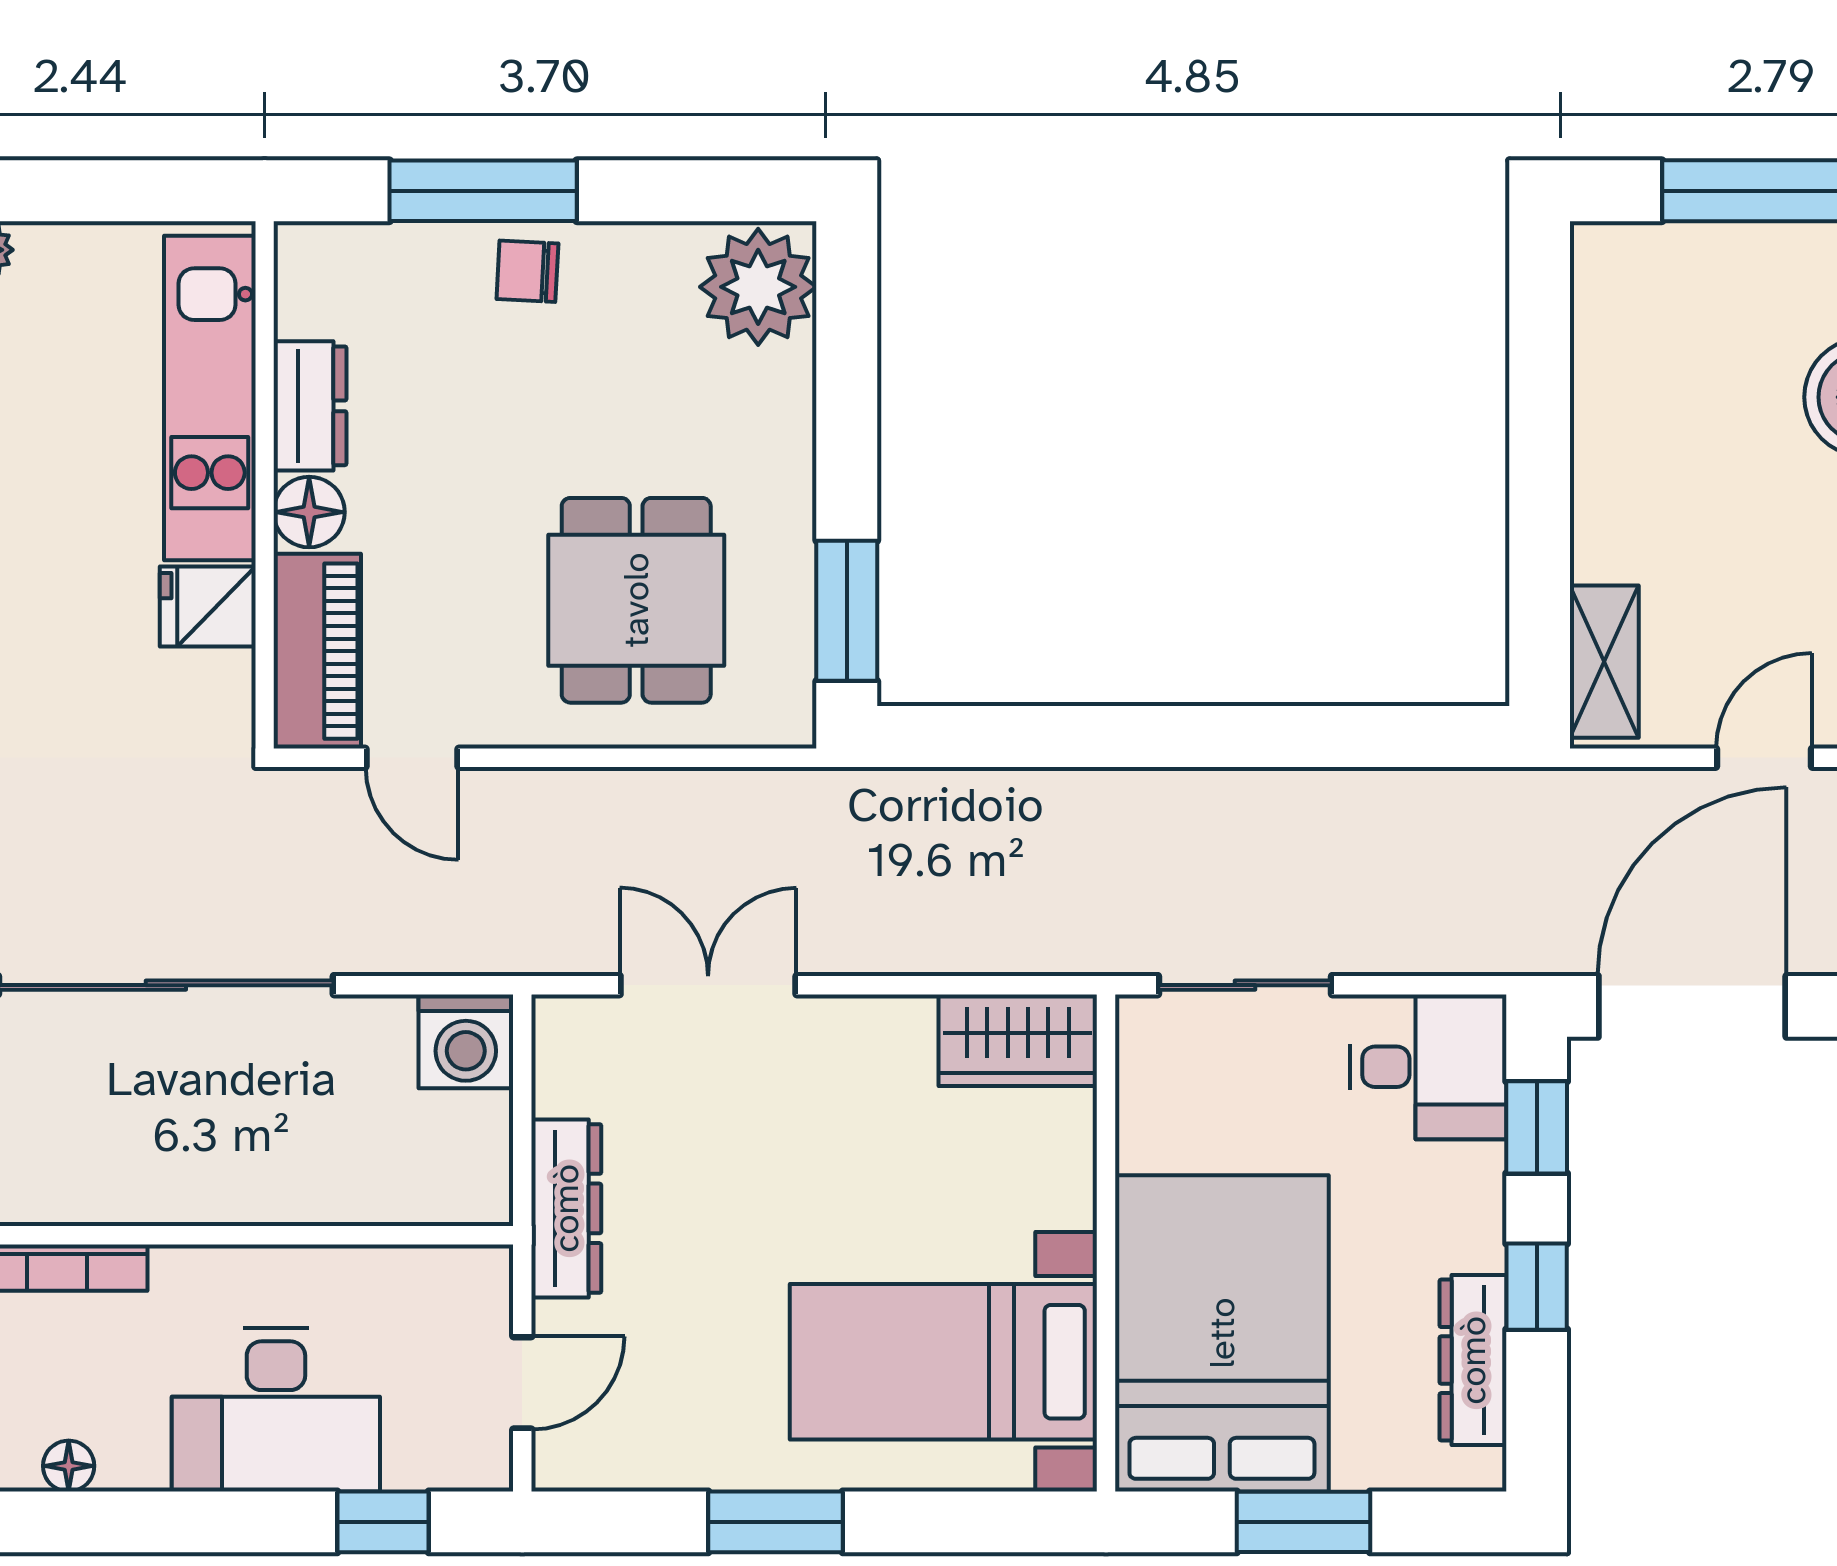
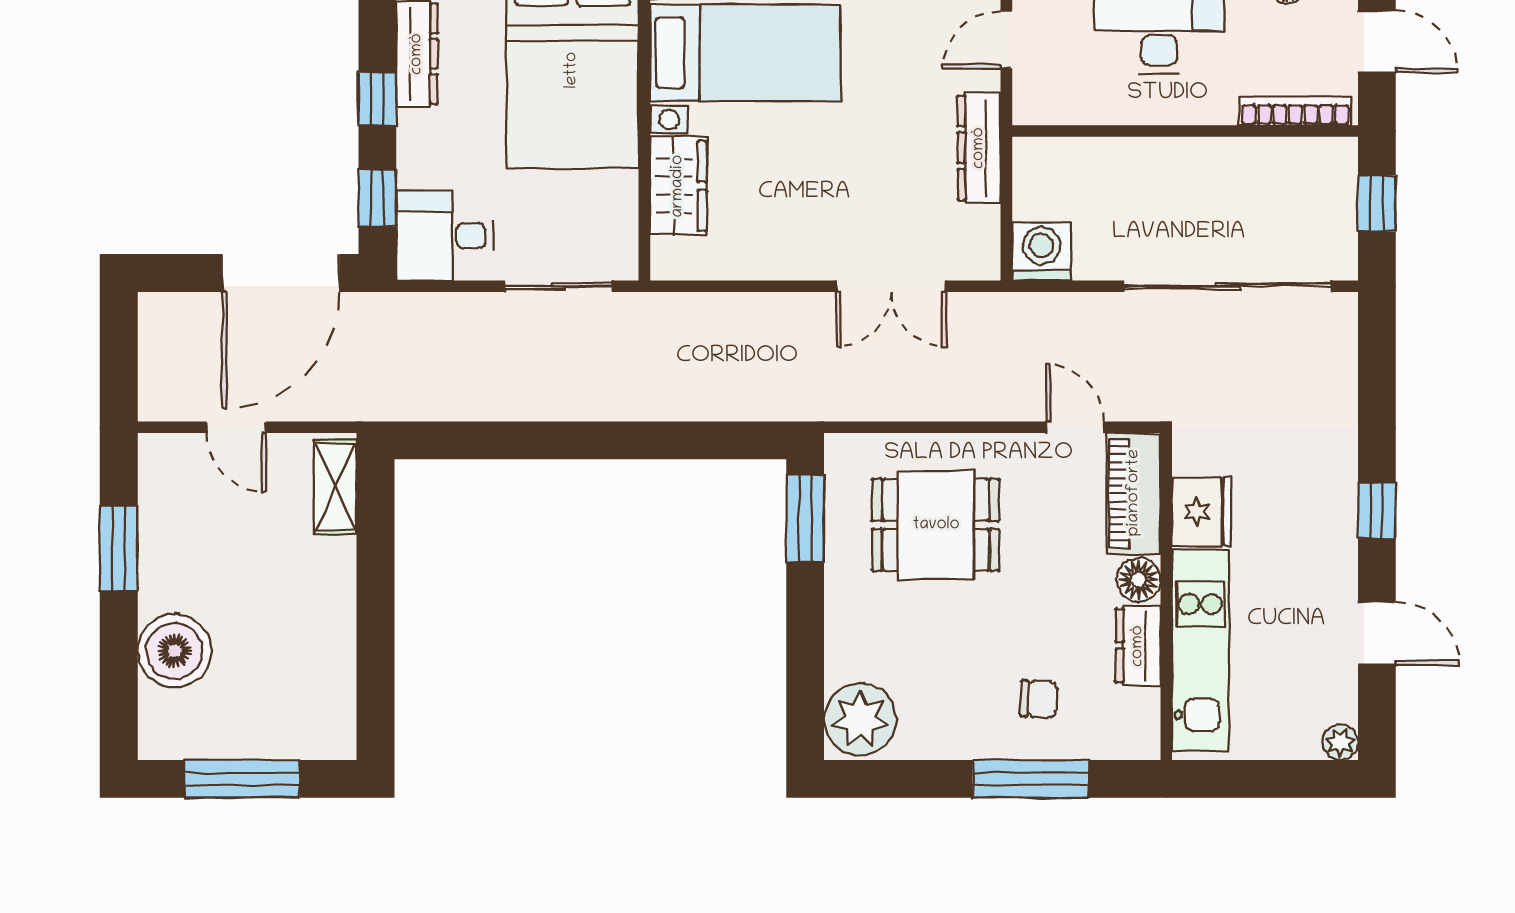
chair: (527, 271) -> (1039, 699), moved
dining table: (636, 600) -> (936, 525), turned 90
fridge: (208, 606) -> (1202, 512), width x1.38
door: (1764, 758) -> (236, 427), hinge flipped
wardrobe: (1018, 1040) -> (678, 186), moved, turned 90

